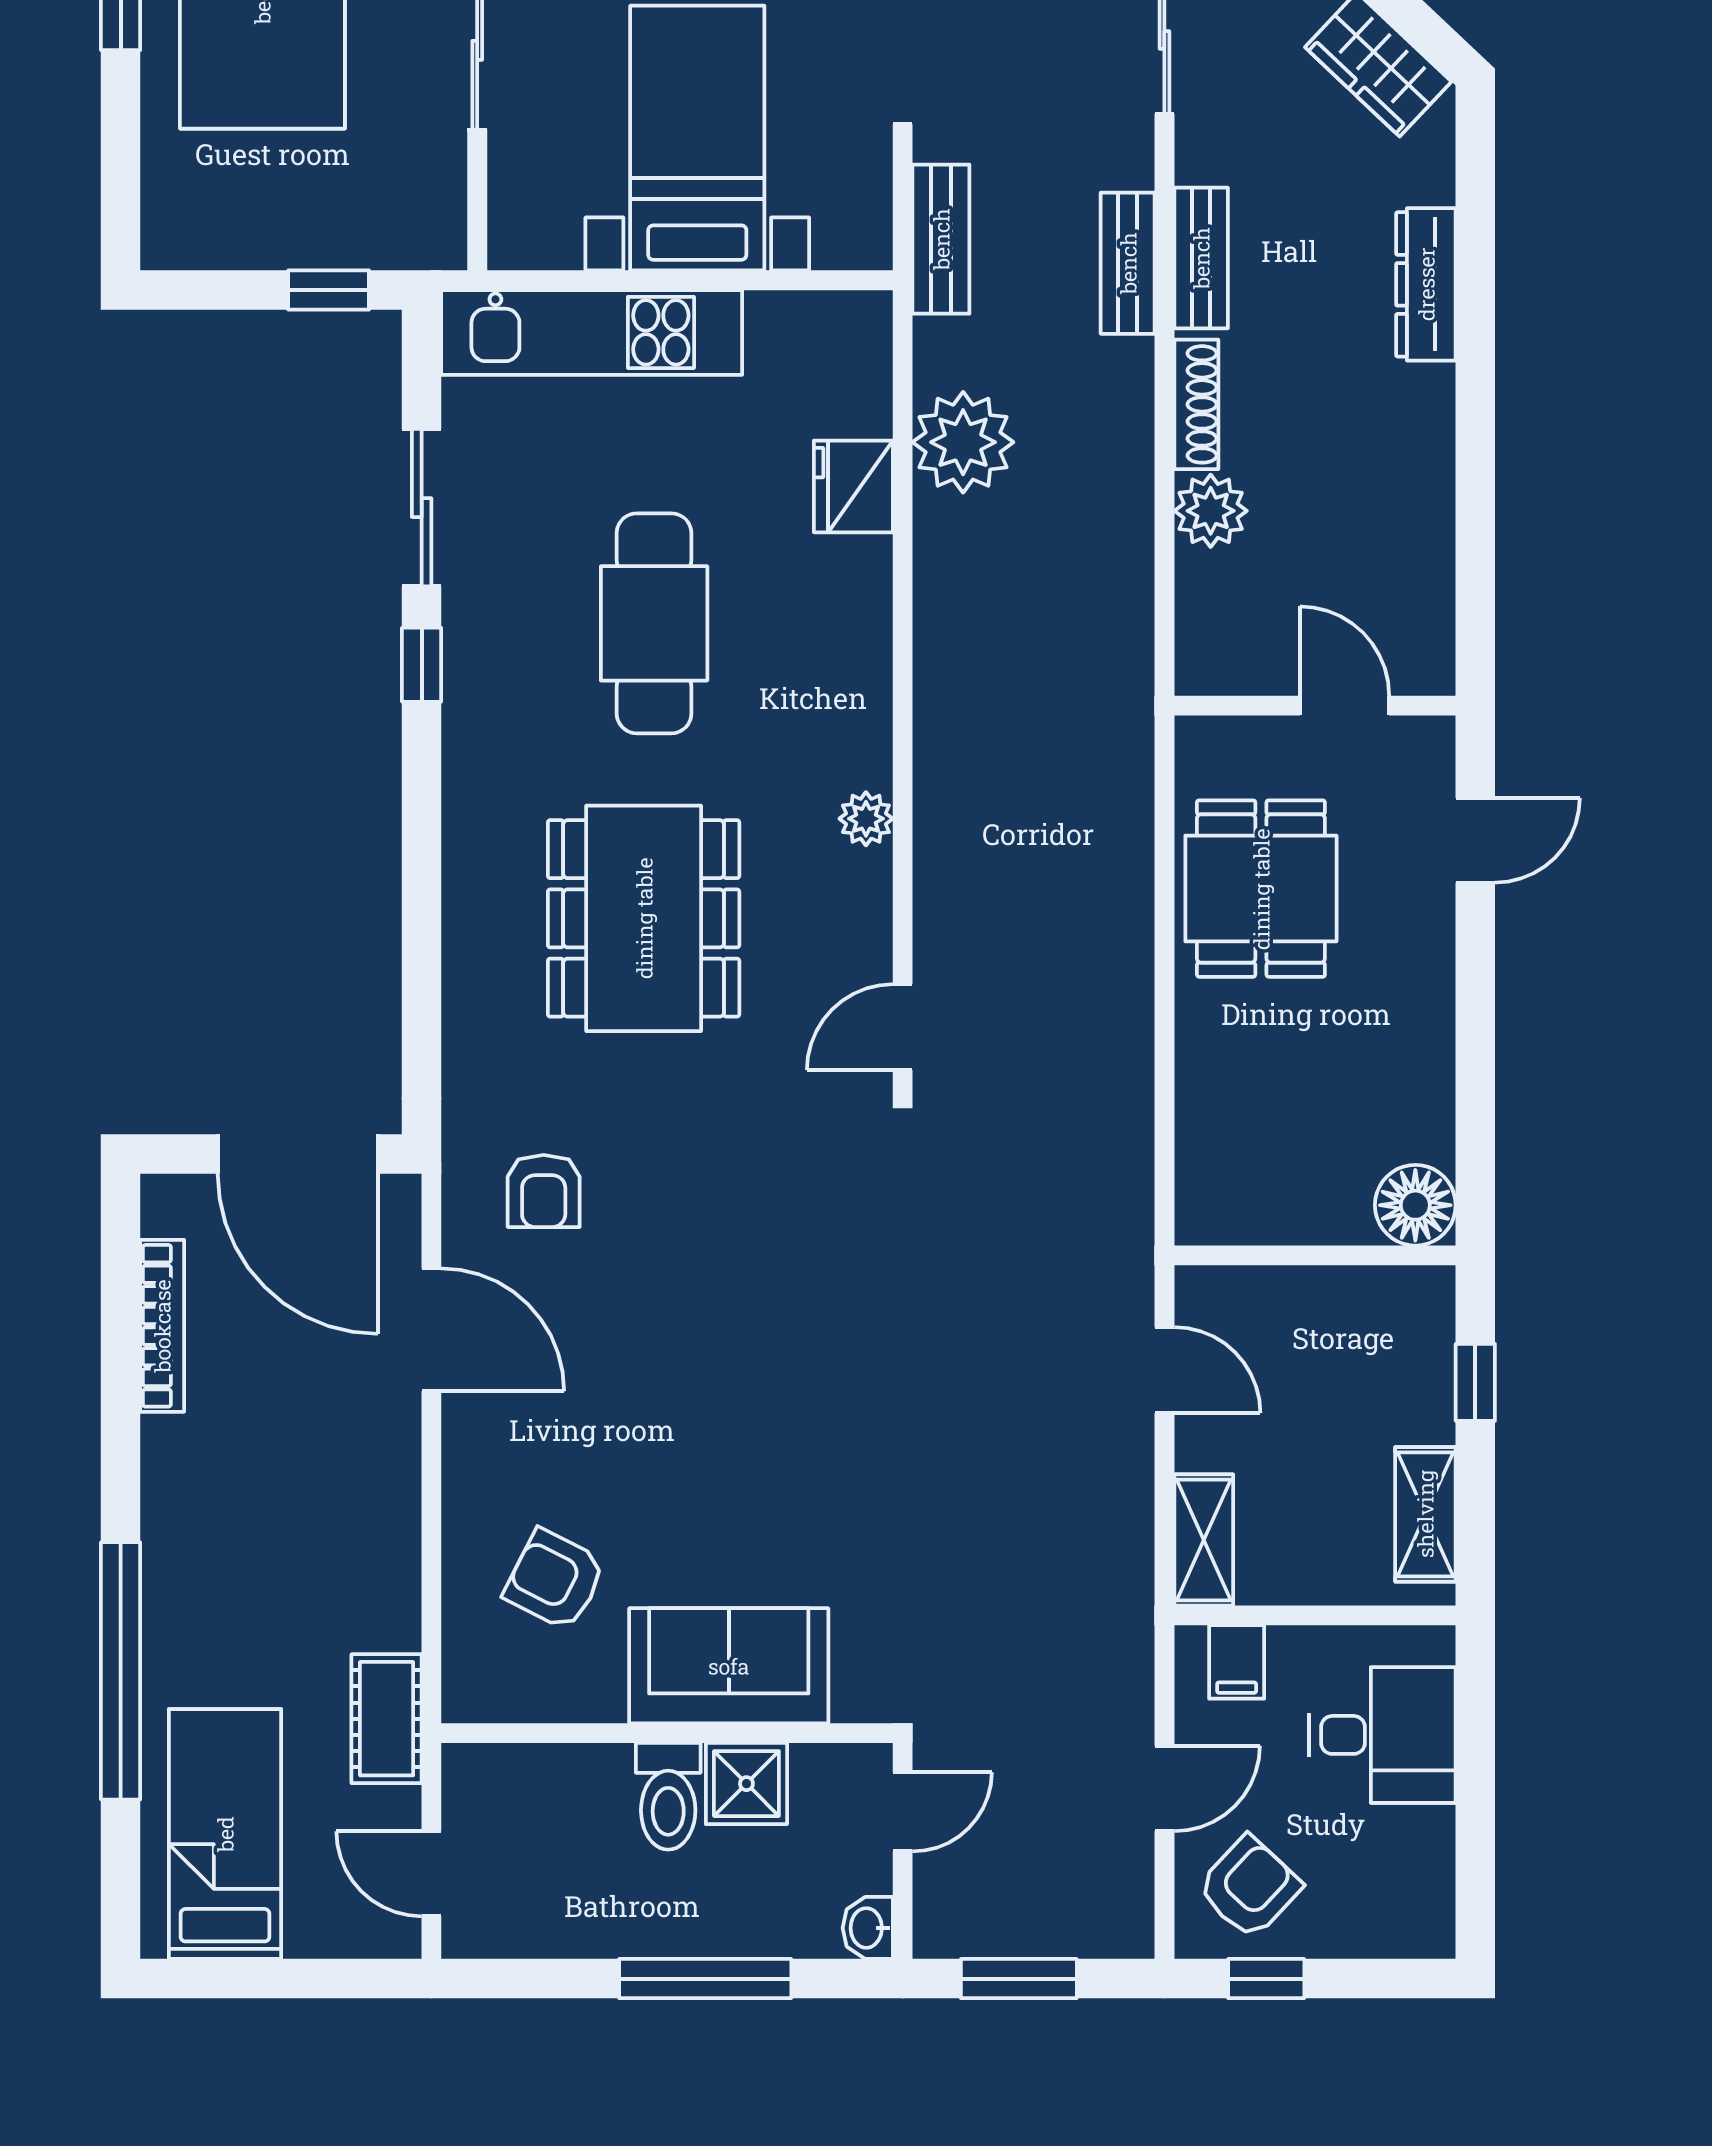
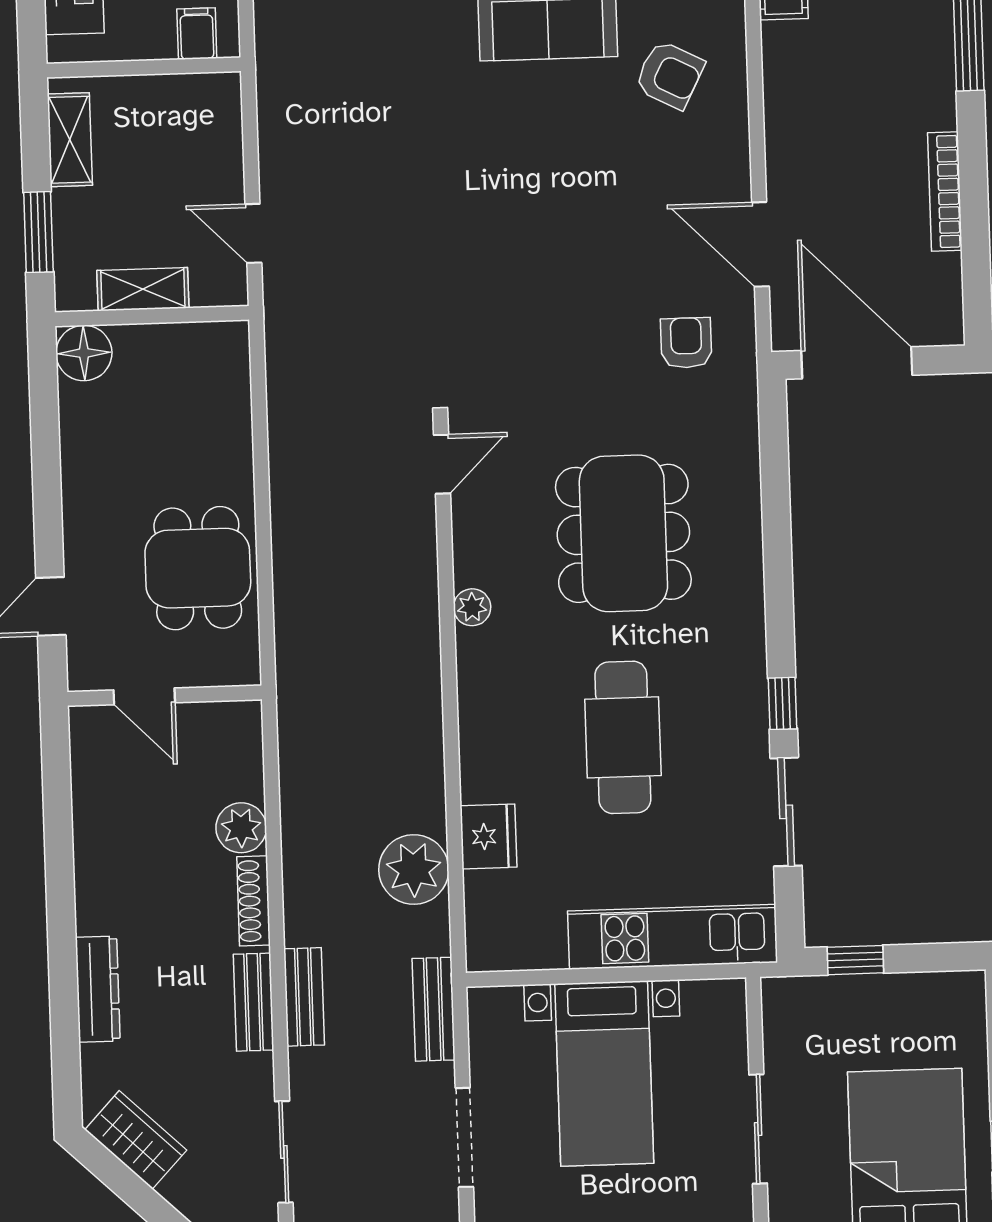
bookcase: (162, 1326) -> (945, 192), moved
window: (1475, 1382) -> (38, 232), width x1.50
shelving: (1204, 1540) -> (143, 289), moved, turned 90

